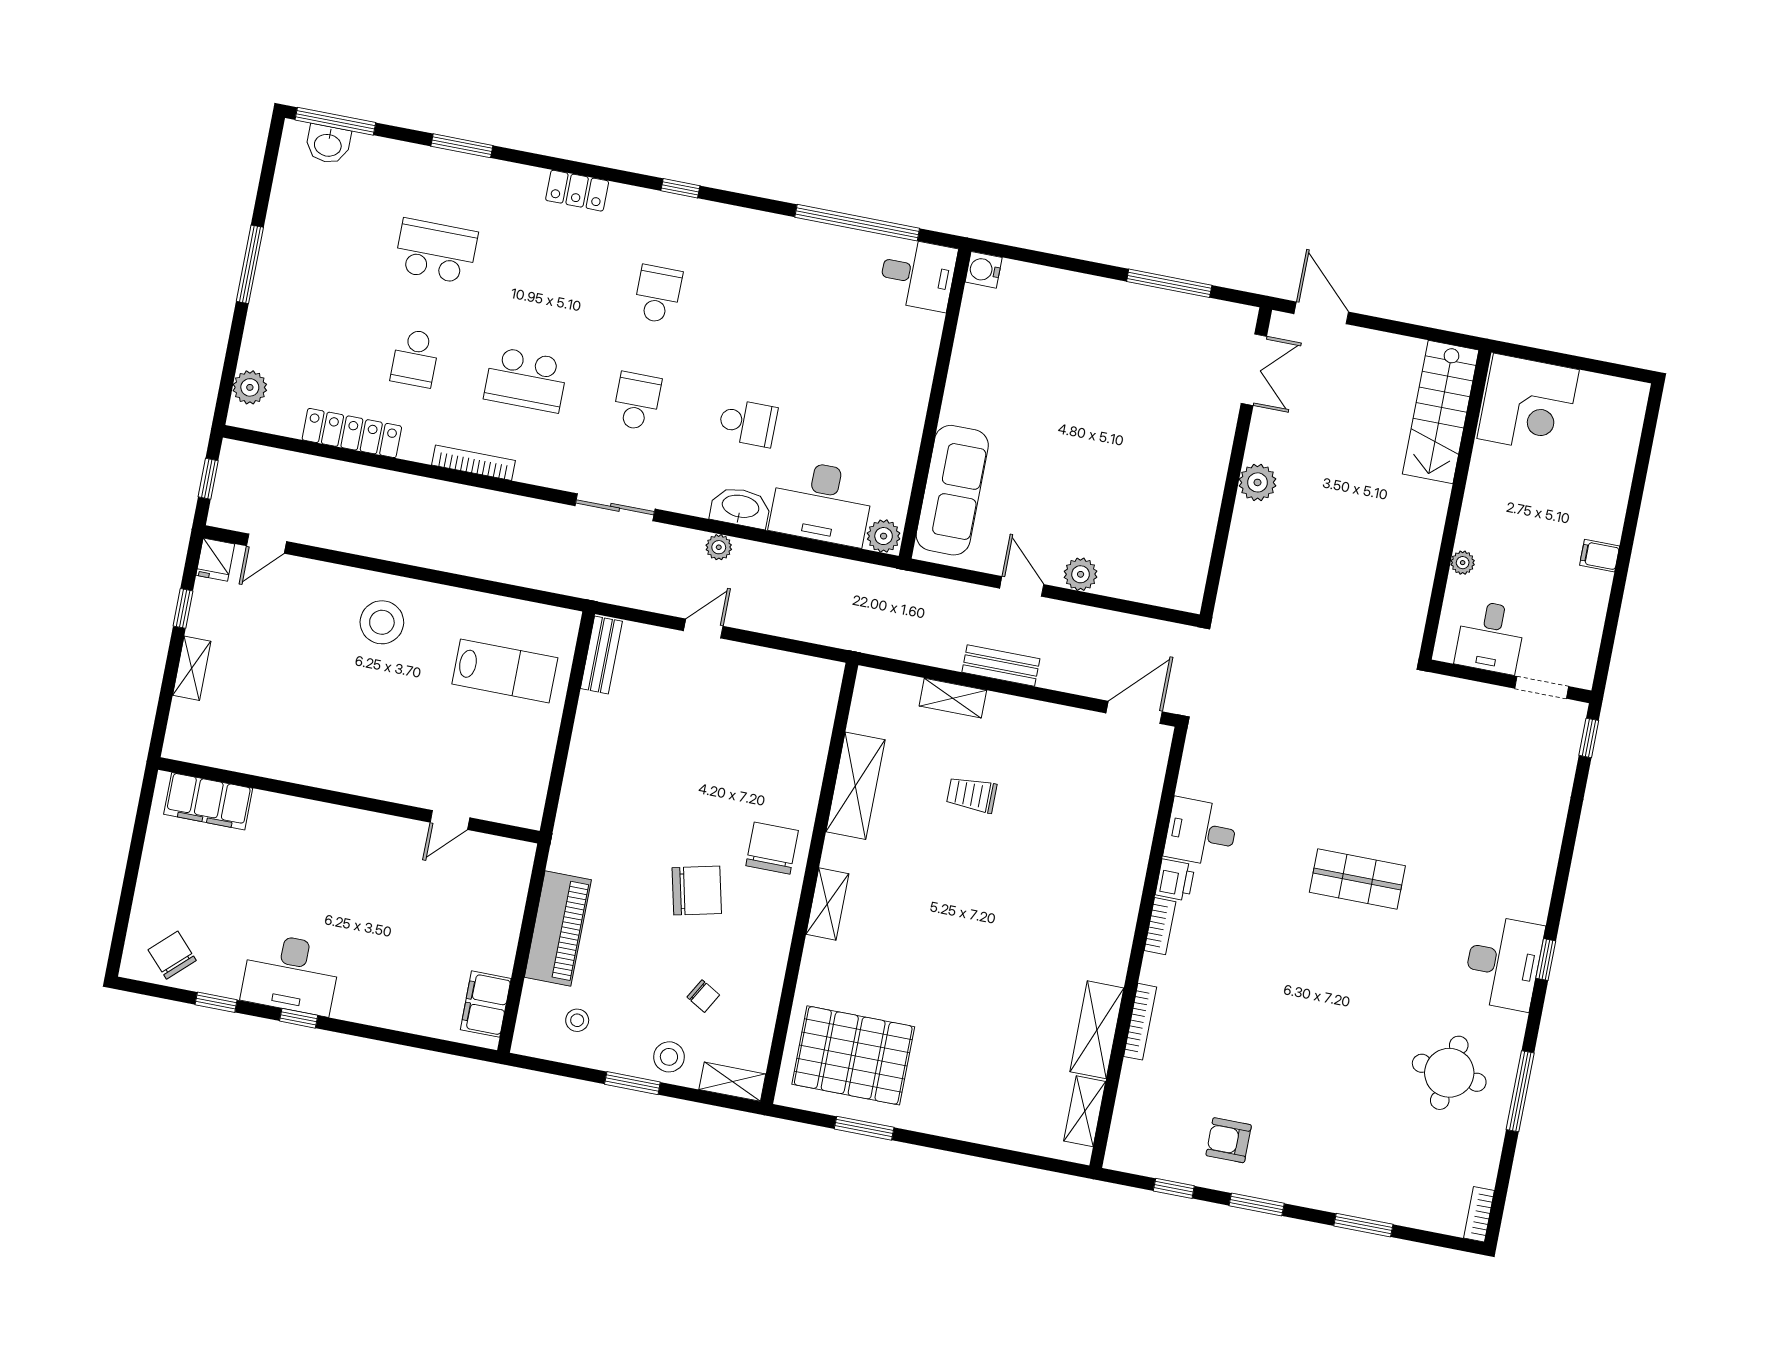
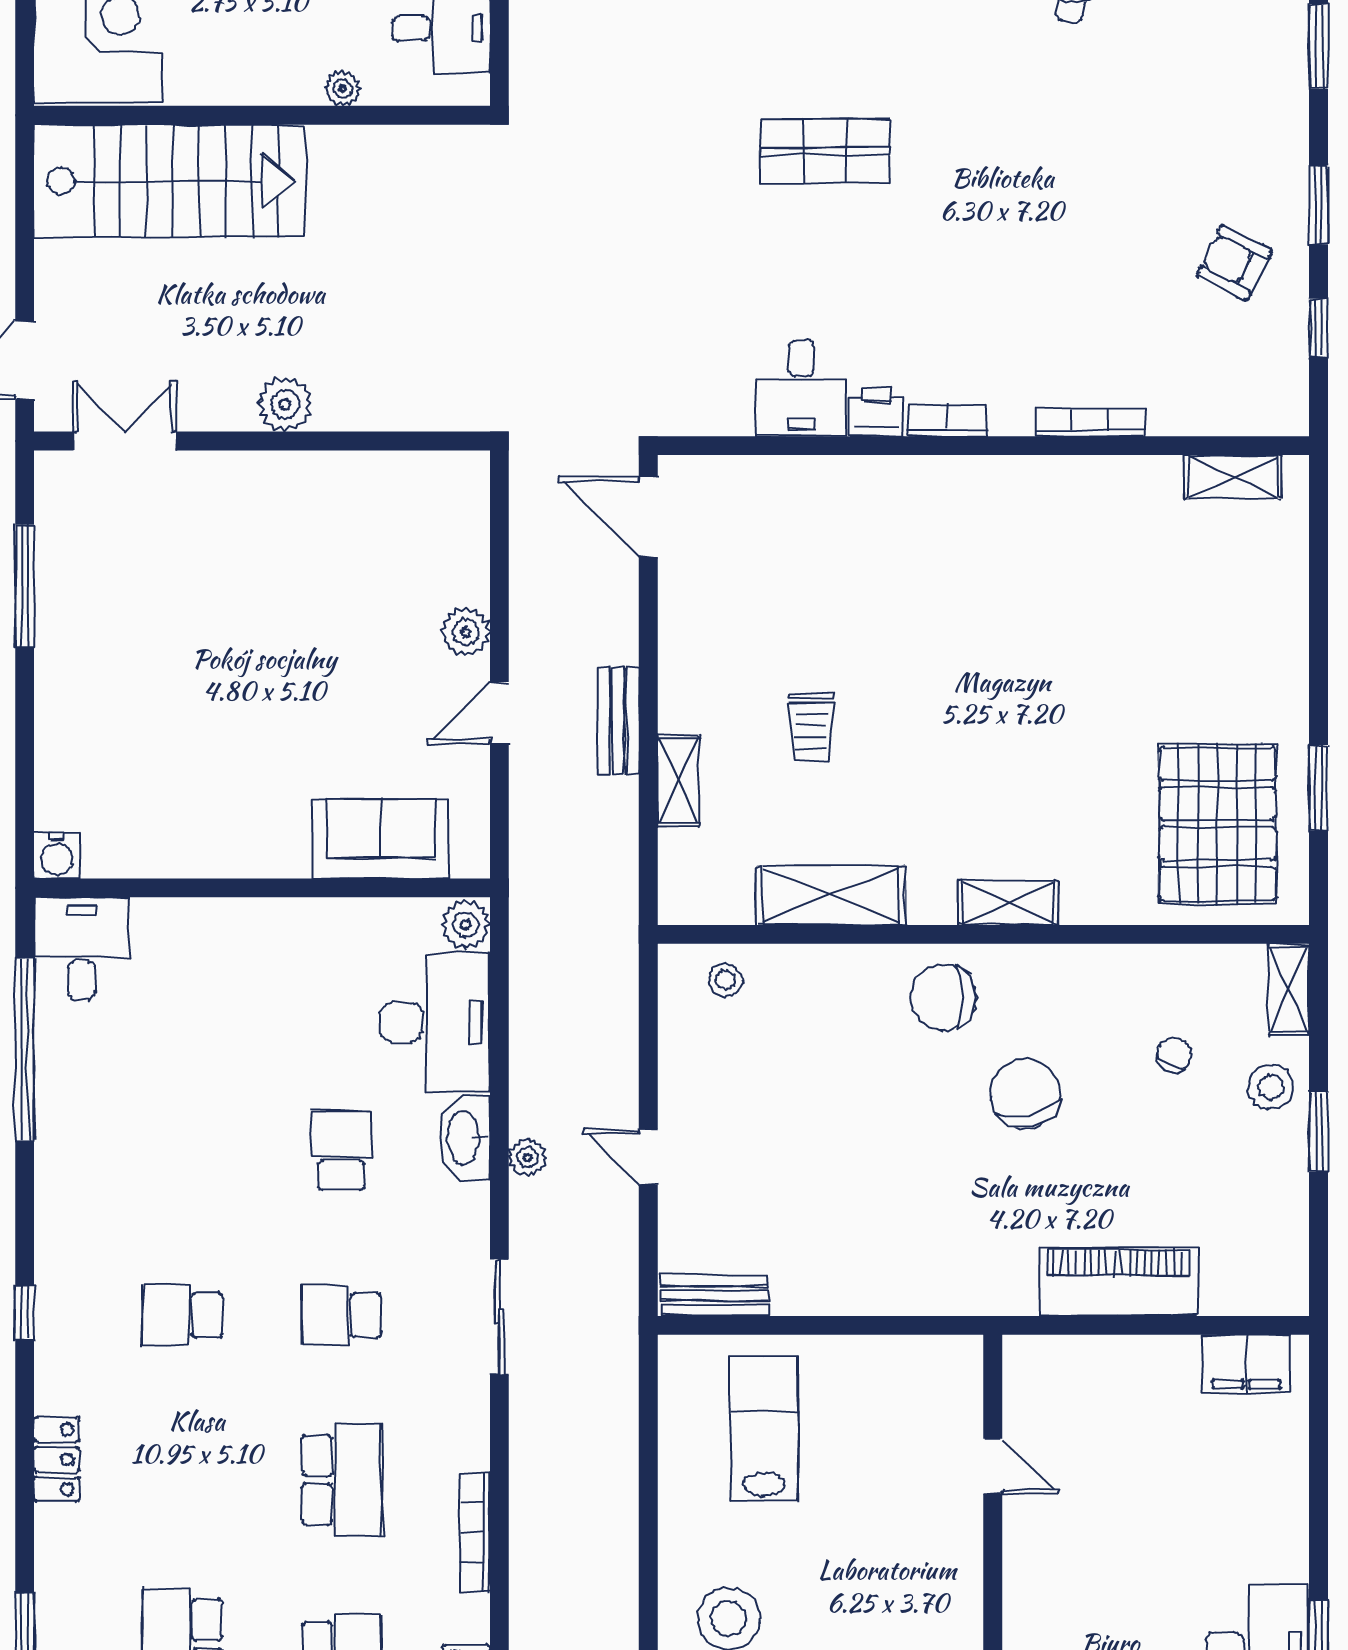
stairs: (1441, 412) -> (169, 181), width x1.36, depth x1.51
sofa: (952, 490) -> (381, 839), width x0.73
shop shelf: (1357, 879) -> (825, 151), turned 90
stool: (577, 1020) -> (725, 980), moved
shelving: (1097, 1030) -> (1113, 482), removed
armchair: (1229, 1140) -> (1234, 263), turned 117

